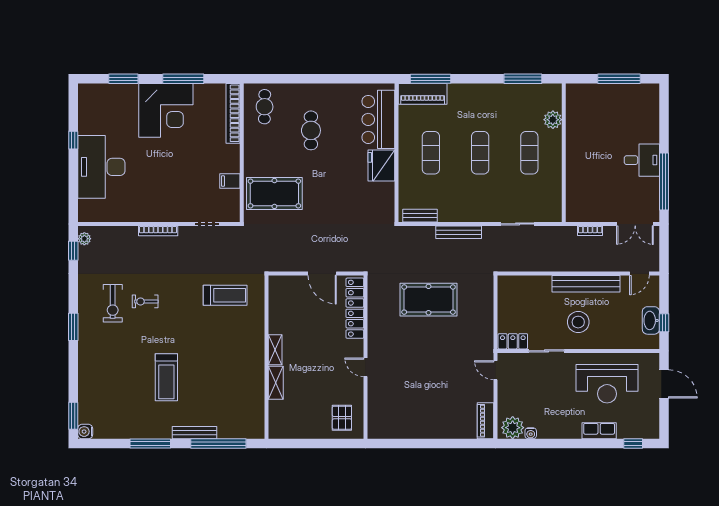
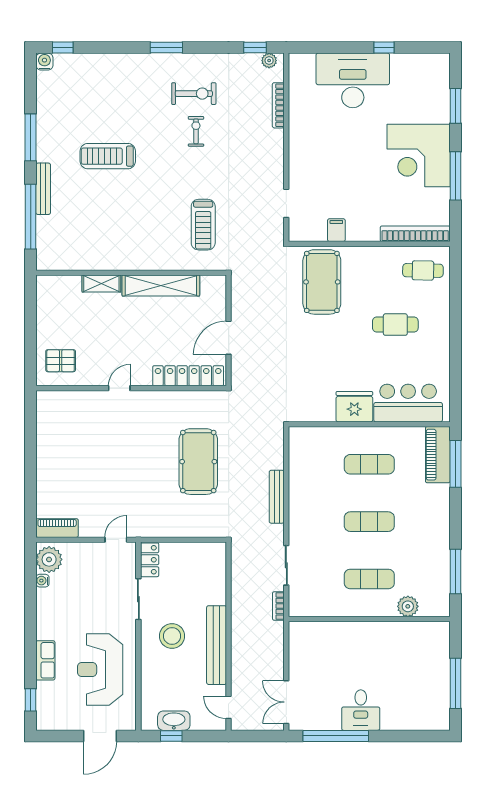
bench: (420, 216) -> (296, 452), removed
bookcase: (158, 231) -> (278, 105), moved
bookcase: (590, 231) -> (278, 606), moved
exercise bike: (113, 303) -> (194, 94), turned 180
shelving: (275, 350) -> (161, 285), width x2.20, depth x1.33
window: (73, 416) -> (63, 48), width x0.67

